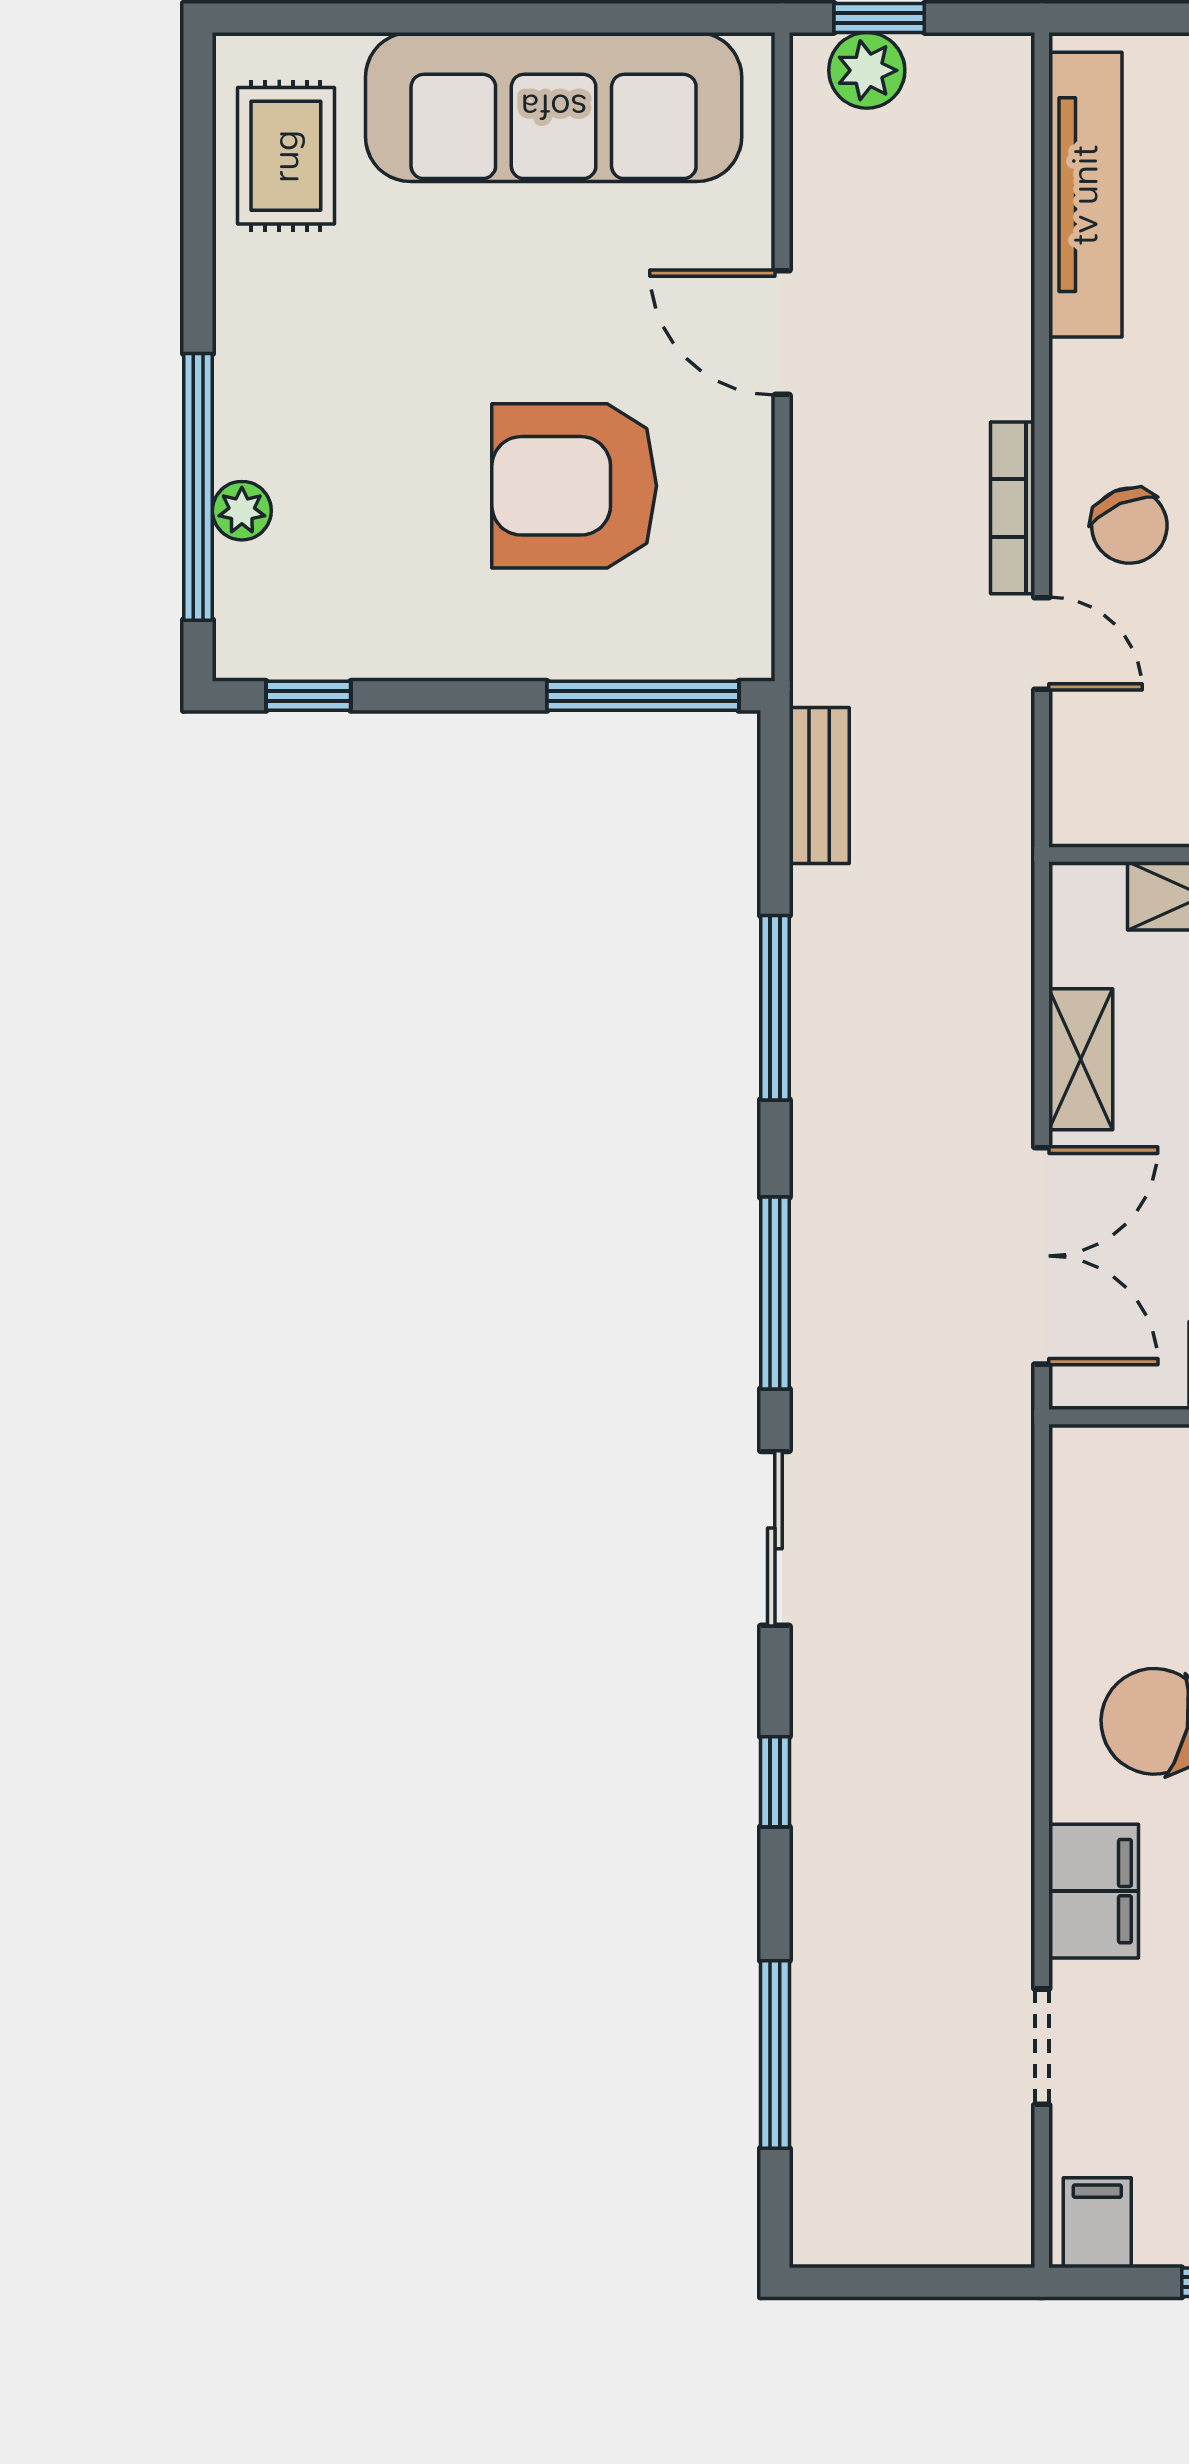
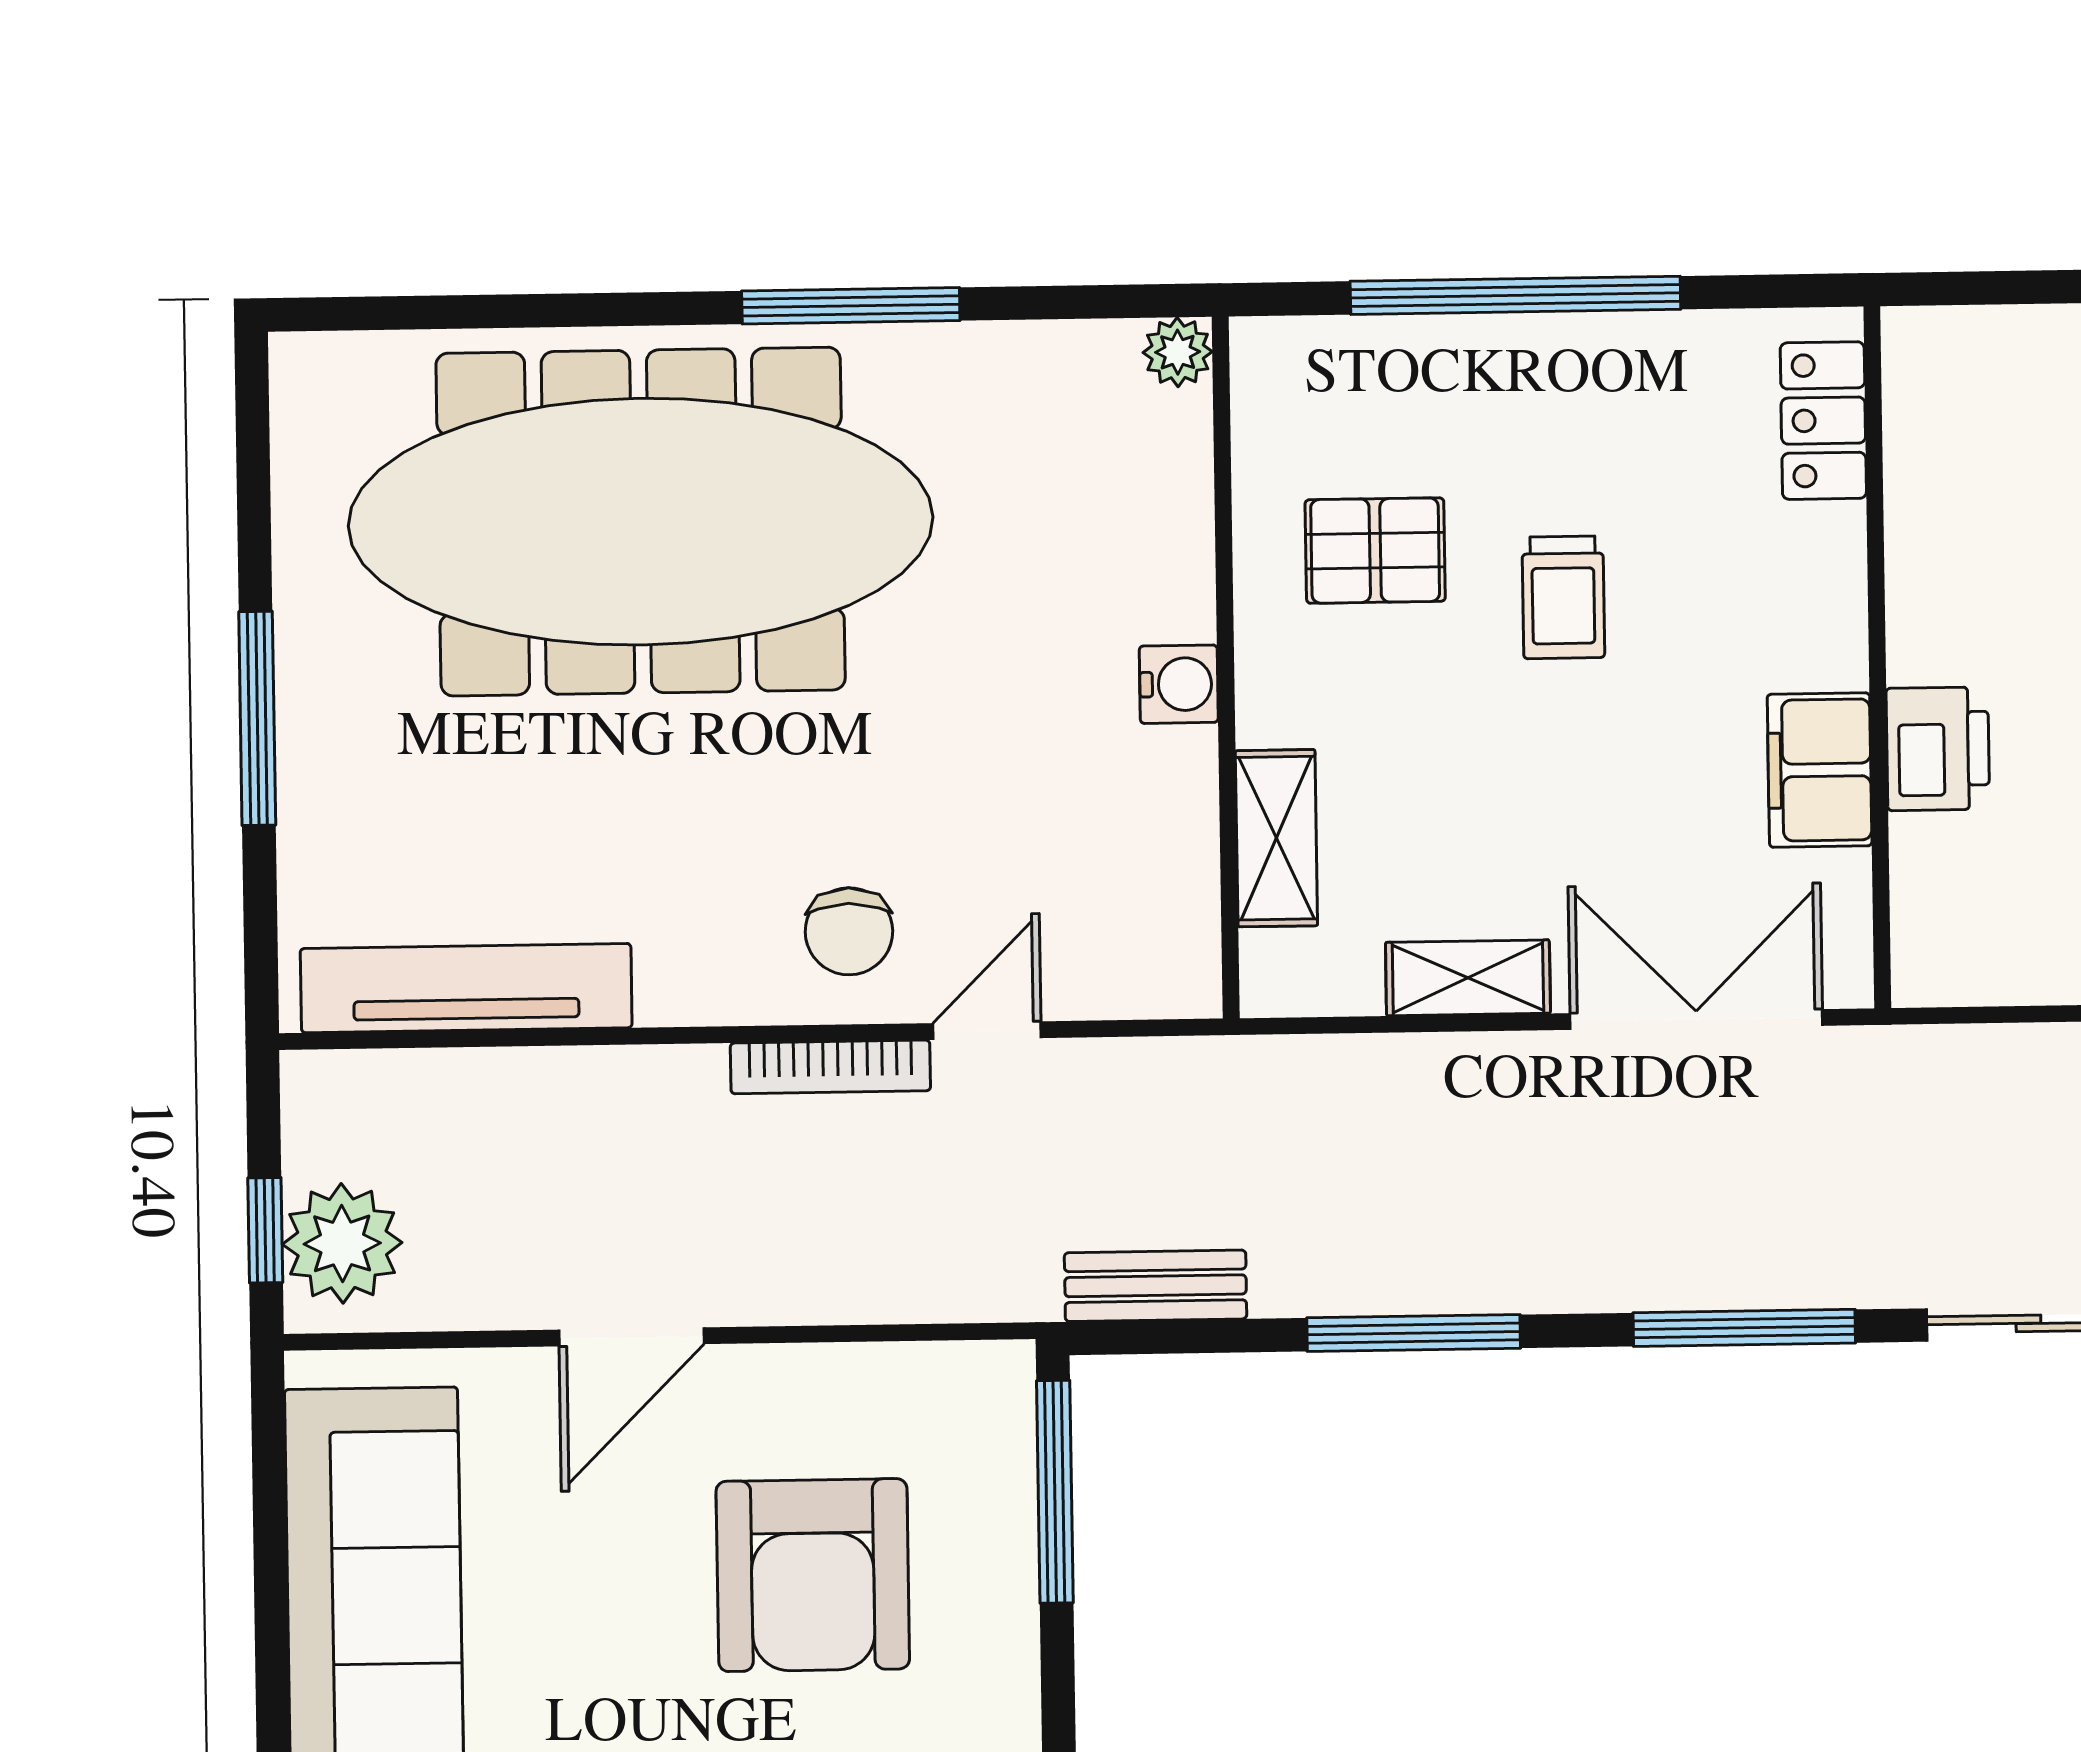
plant: (867, 70) -> (342, 1243), width x1.36, depth x1.36
chair: (1129, 526) -> (849, 931), turned 113

